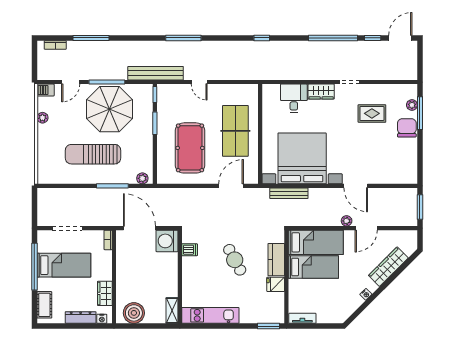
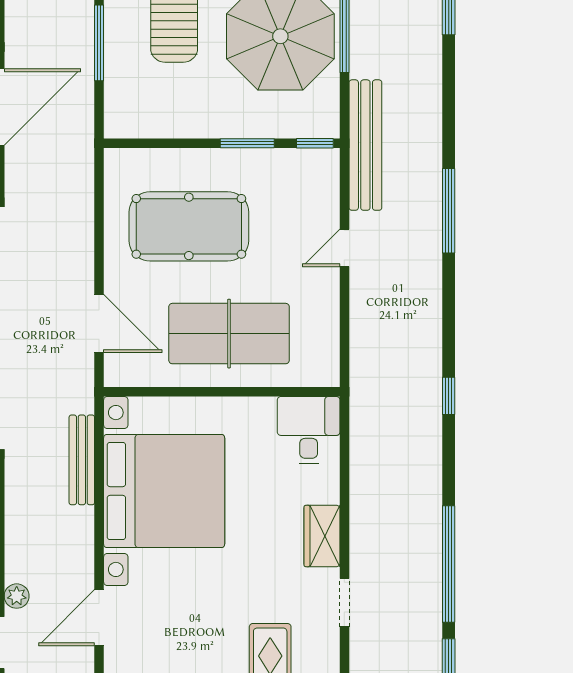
desk: (294, 98) -> (309, 430), moved, turned -90
plant: (142, 178) -> (117, 114), removed

